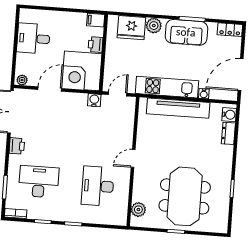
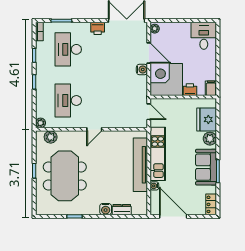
desk: (33, 38) -> (204, 36), moved
water cooler: (94, 100) -> (142, 70), moved
water cooler: (229, 115) -> (106, 209), moved
door: (133, 158) -> (94, 129), swing flipped
desk: (39, 182) -> (68, 49), turned 180
desk: (98, 186) -> (68, 101), turned -90
meeting table: (185, 196) -> (65, 176), turned 90
plant: (121, 220) -> (41, 123), added

